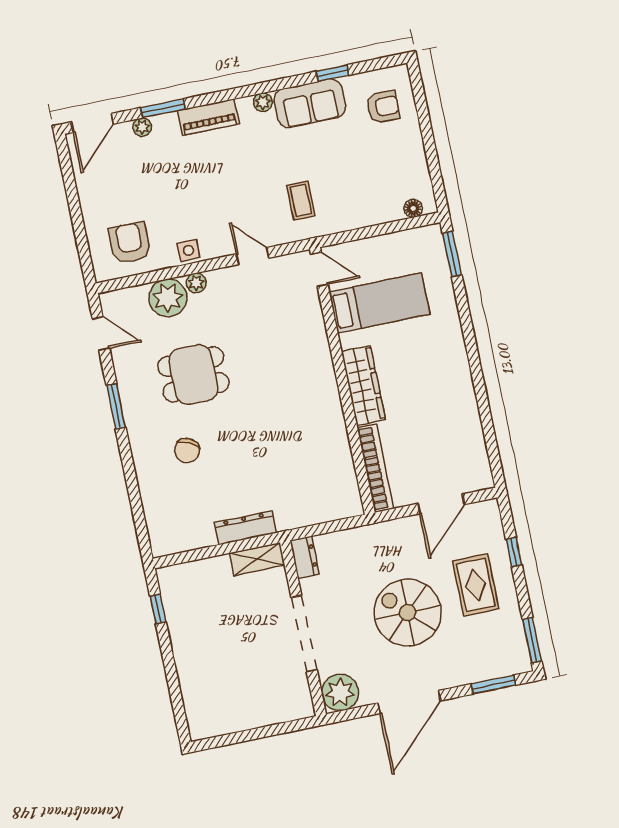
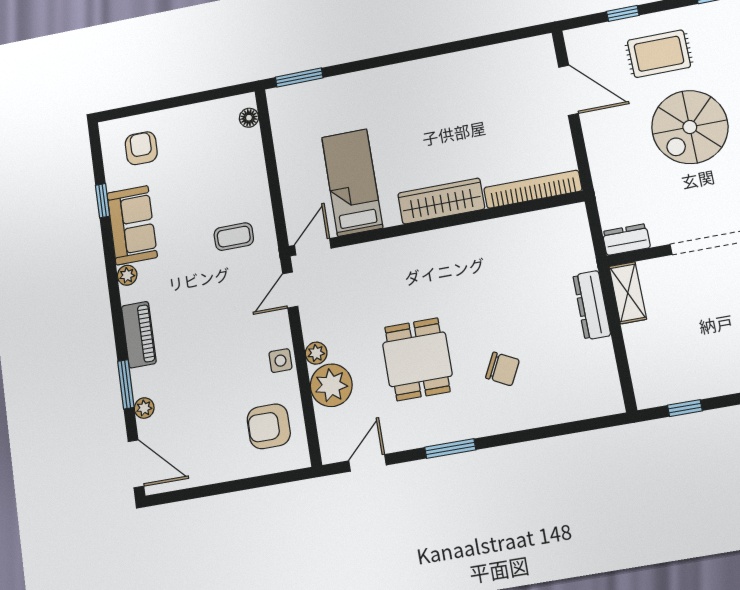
door: (319, 269) -> (313, 247), moved
bed: (379, 303) -> (352, 183), moved
wall: (342, 381) -> (435, 224), moved
wardrobe: (363, 386) -> (441, 201), moved
bookcase: (376, 468) -> (533, 189), moved

